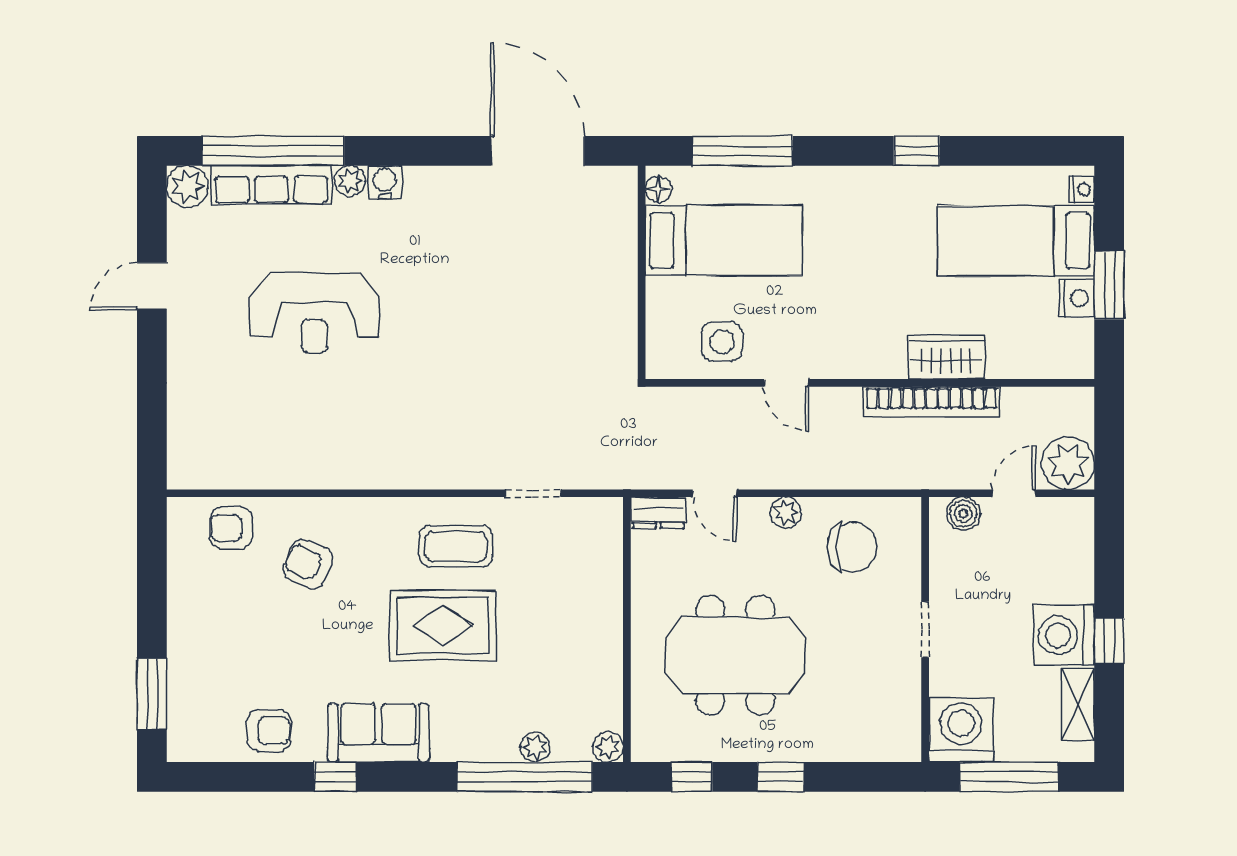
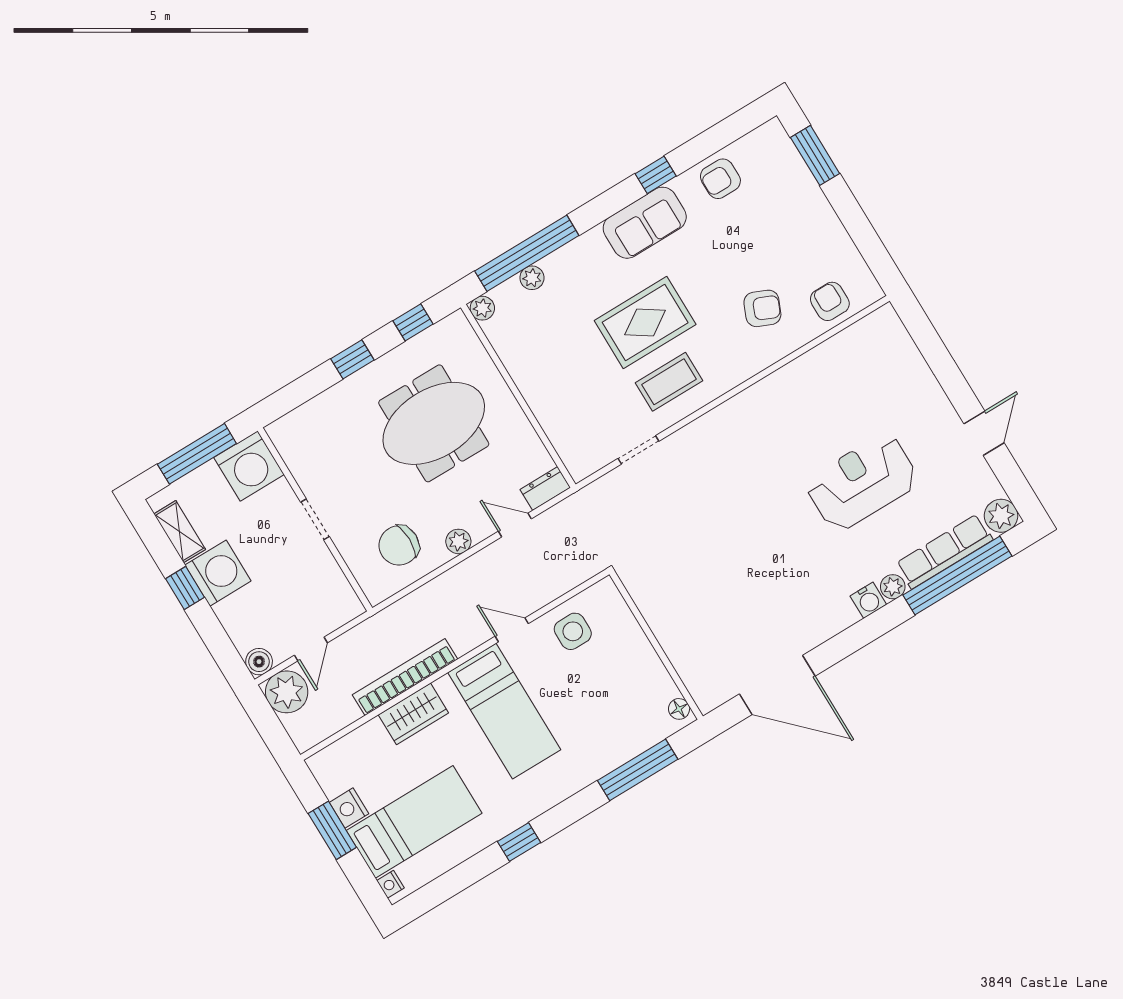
bed: (724, 241) -> (504, 711), moved, turned -90
boiler: (963, 514) -> (259, 662), moved
armchair: (231, 528) -> (830, 301), turned -90

